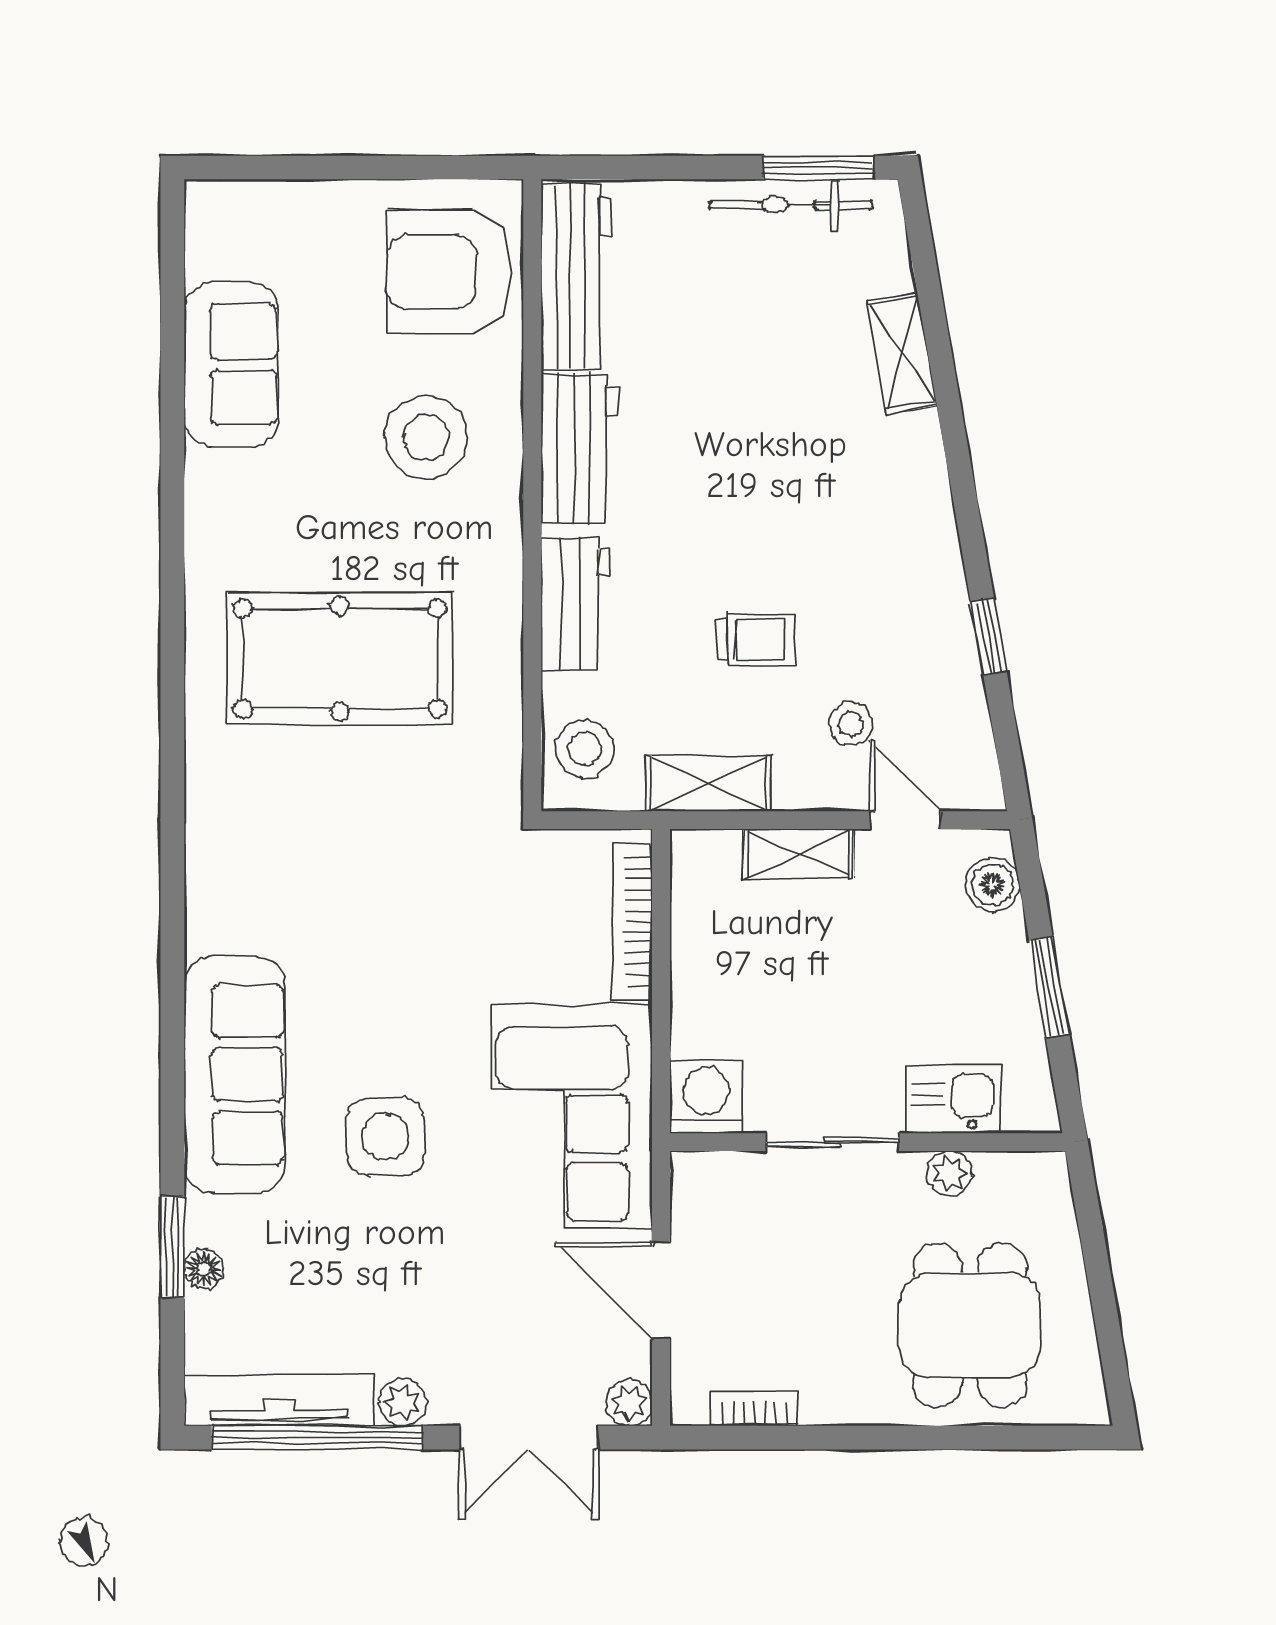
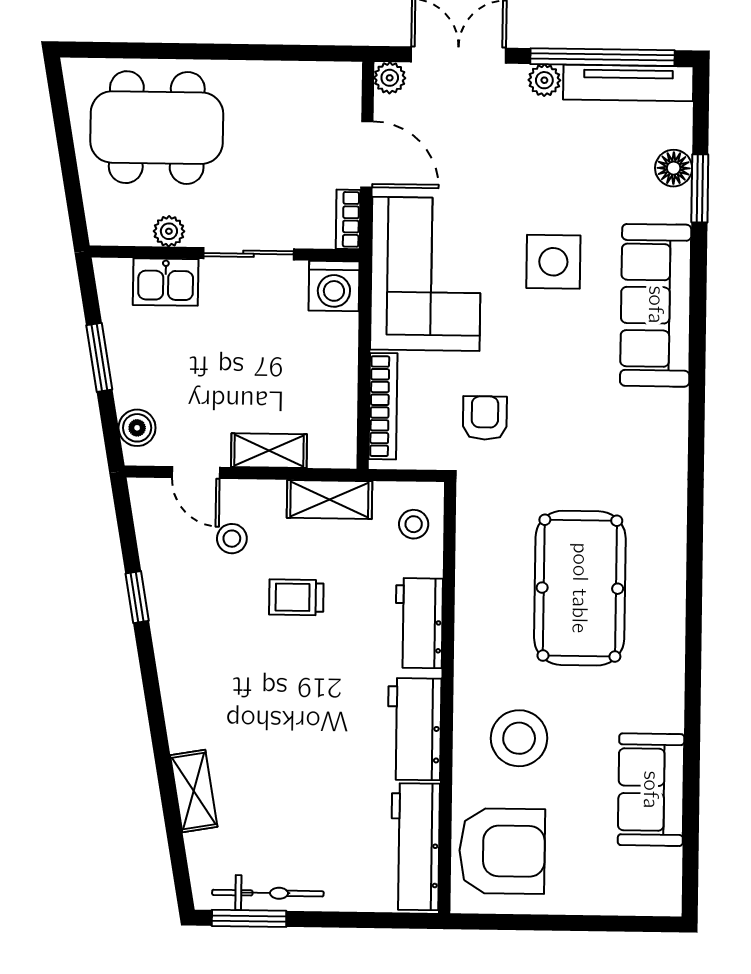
pool table: (340, 659) -> (580, 588), turned 90
stool: (585, 749) -> (414, 524), width x0.73, depth x0.73
armchair: (483, 906) -> (485, 418), added
floor lamp: (204, 1269) -> (674, 168), width x1.37, depth x1.37
dining table: (970, 1325) -> (157, 128), width x1.38
bookcase: (754, 1408) -> (348, 219), moved, turned 90

